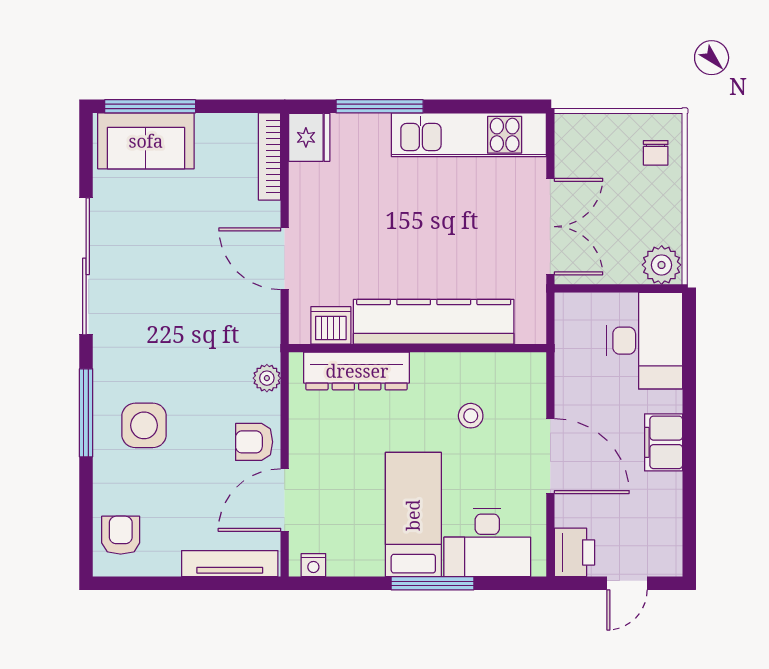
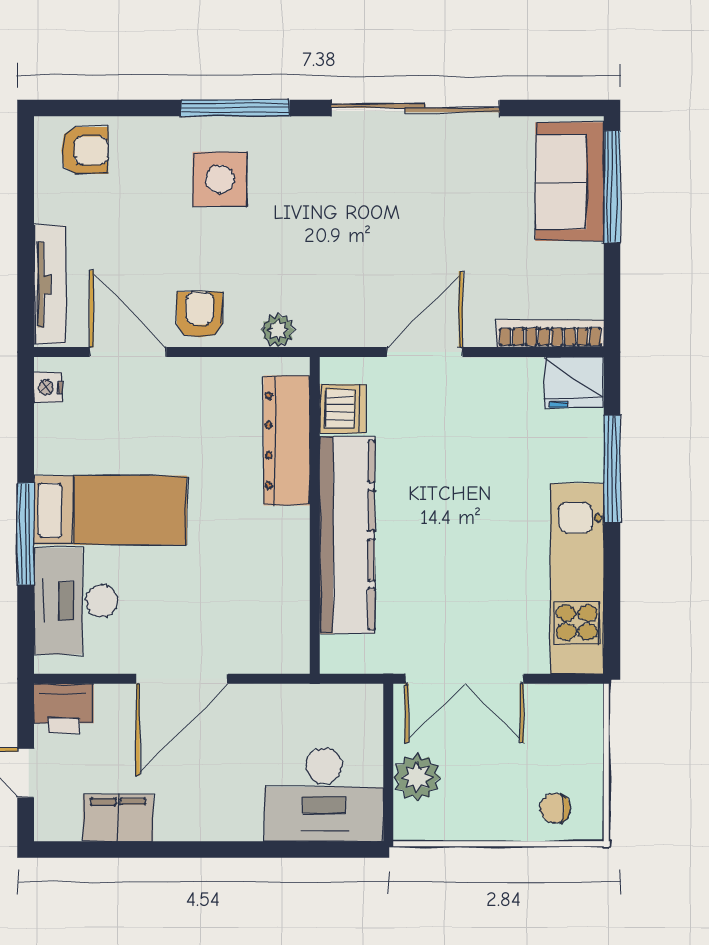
plant: (662, 265) -> (417, 777), moved
stool: (471, 416) -> (232, 581), removed
filing cabinet: (664, 442) -> (118, 818), moved

